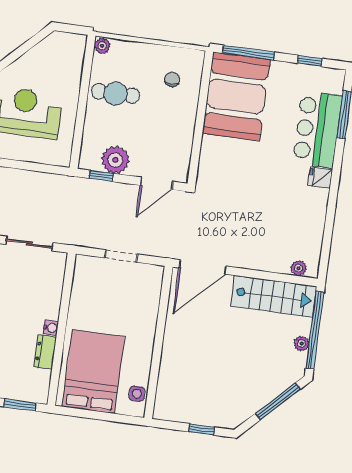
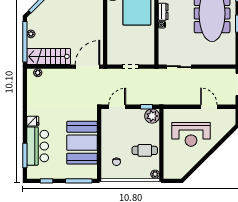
booth: (236, 96) -> (82, 143), moved
plant: (115, 160) -> (152, 116), moved

